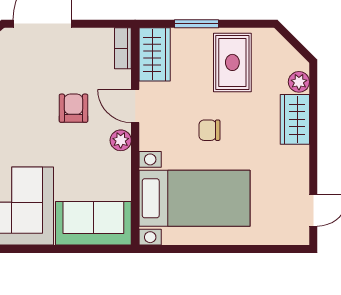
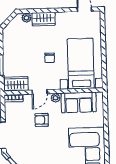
rug: (232, 62) -> (18, 48), removed
sofa: (93, 223) -> (79, 102), moved, turned -90

